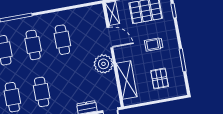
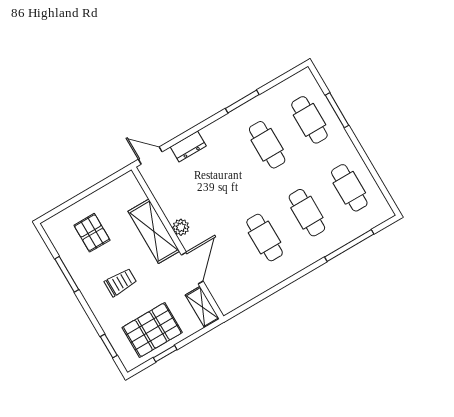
door: (110, 37) -> (192, 268), swing flipped
plant: (103, 64) -> (181, 227), width x0.53, depth x0.53
shelving: (127, 80) -> (154, 231), moved

